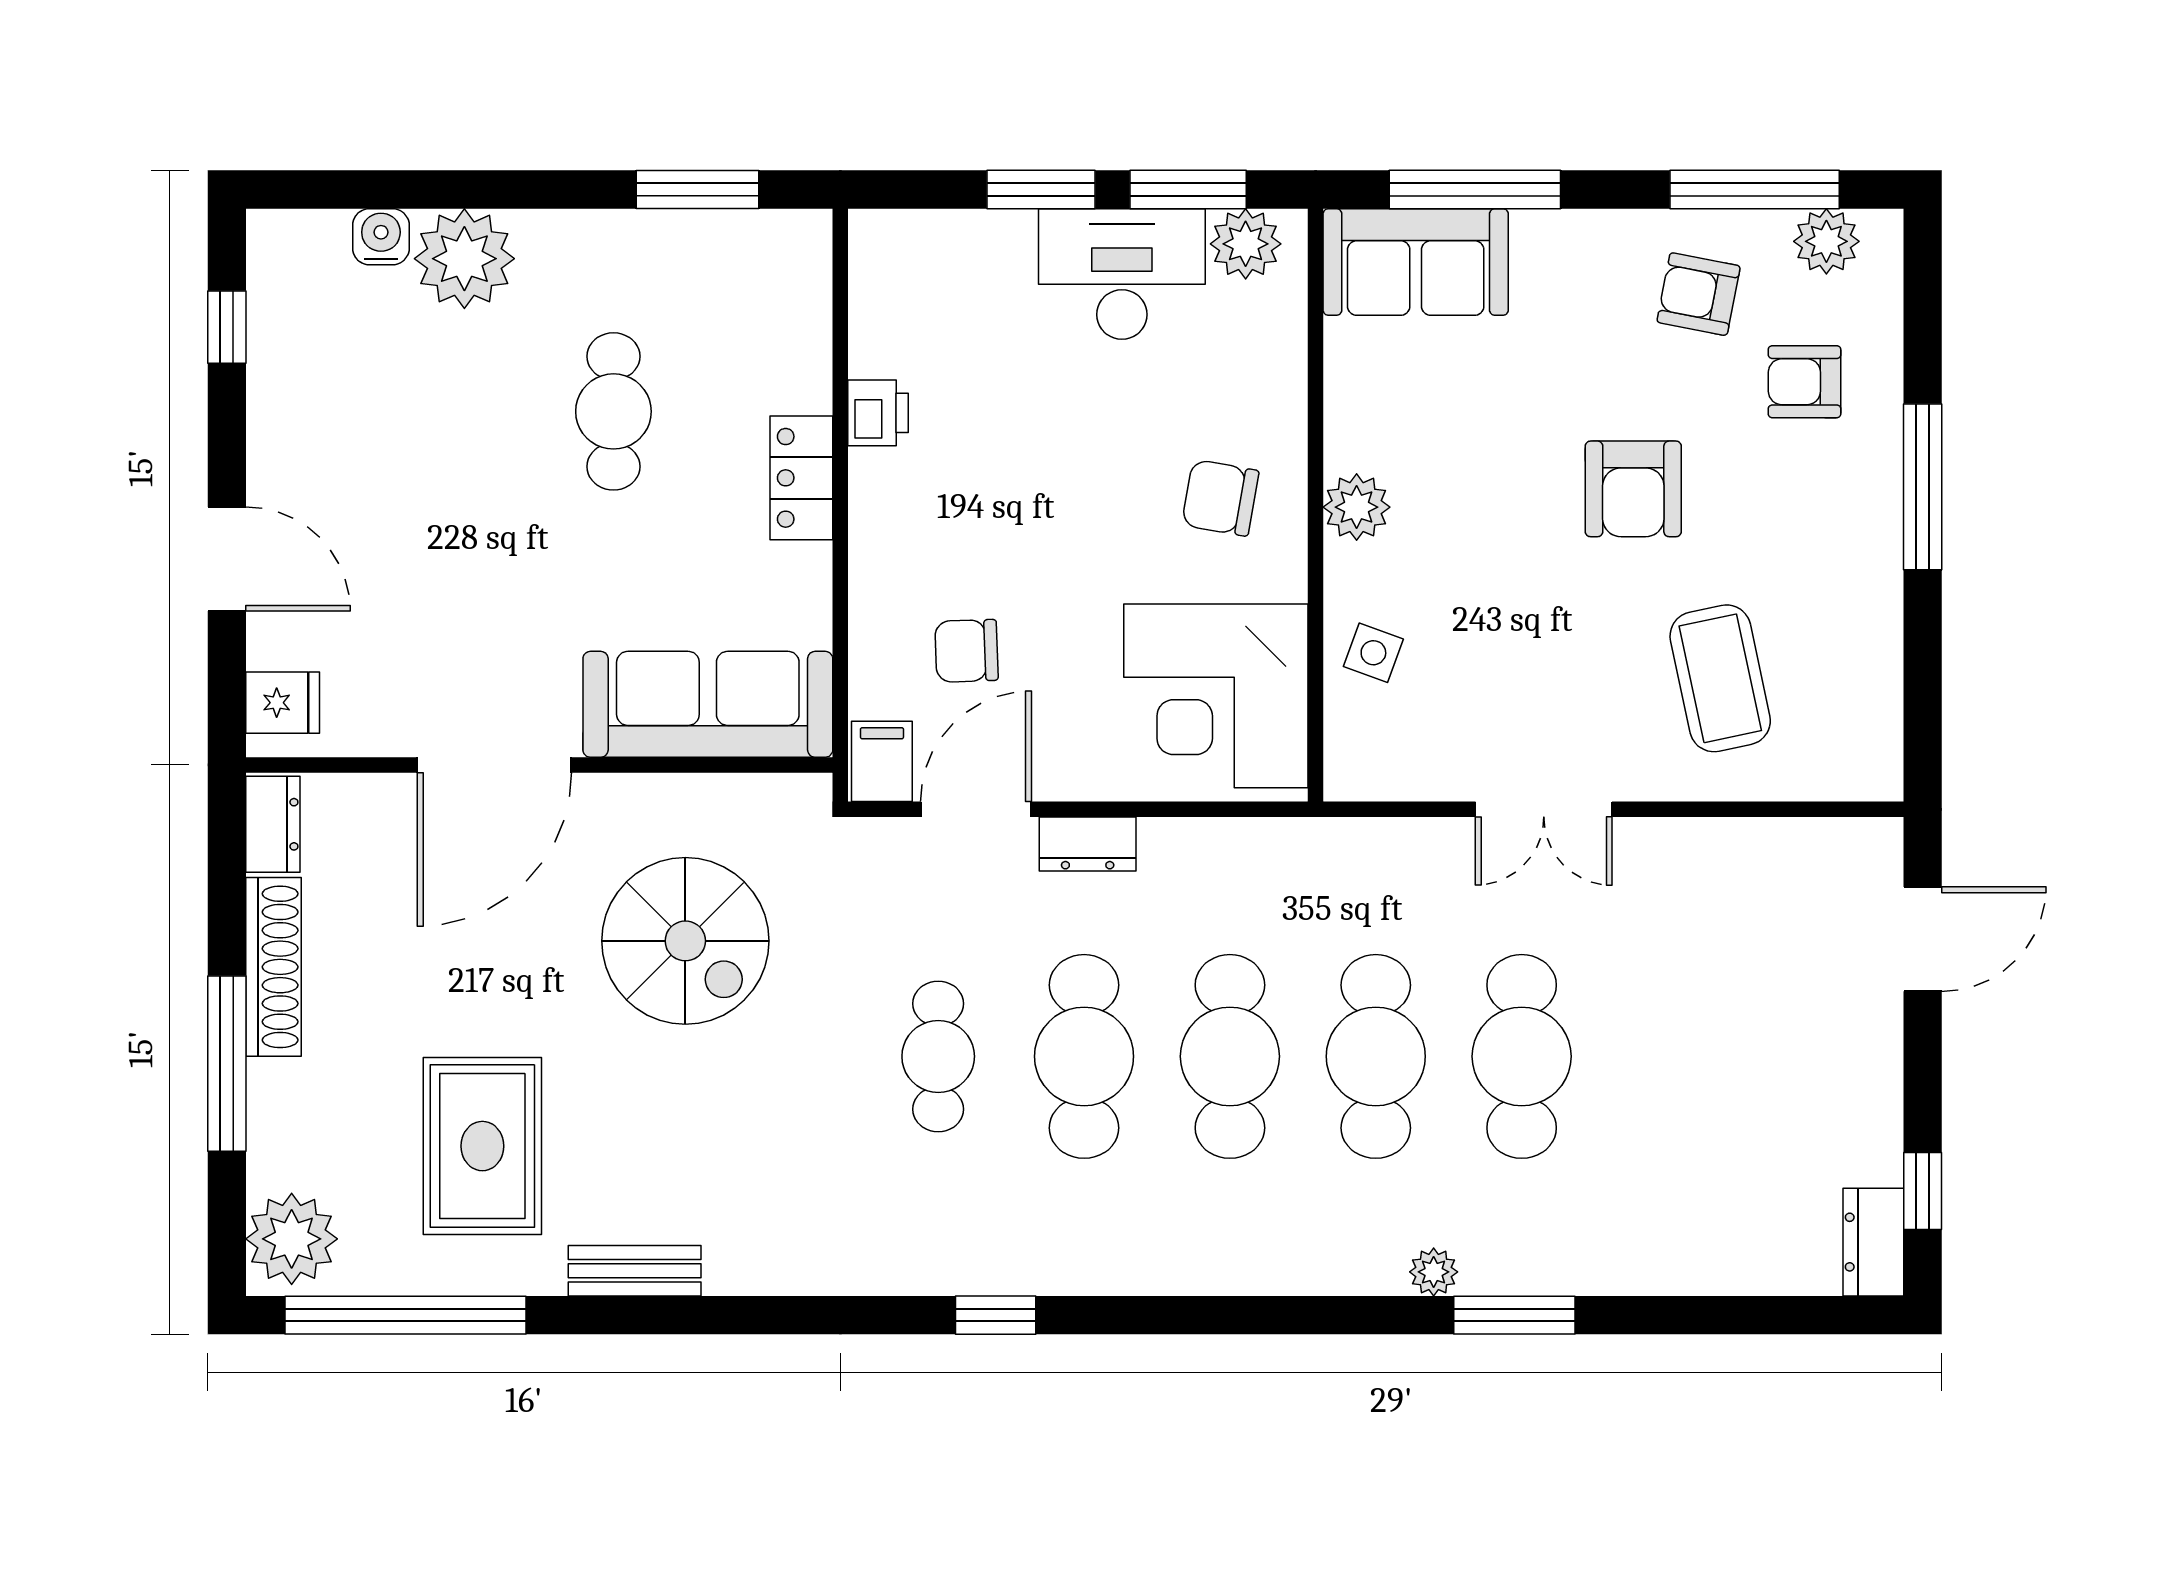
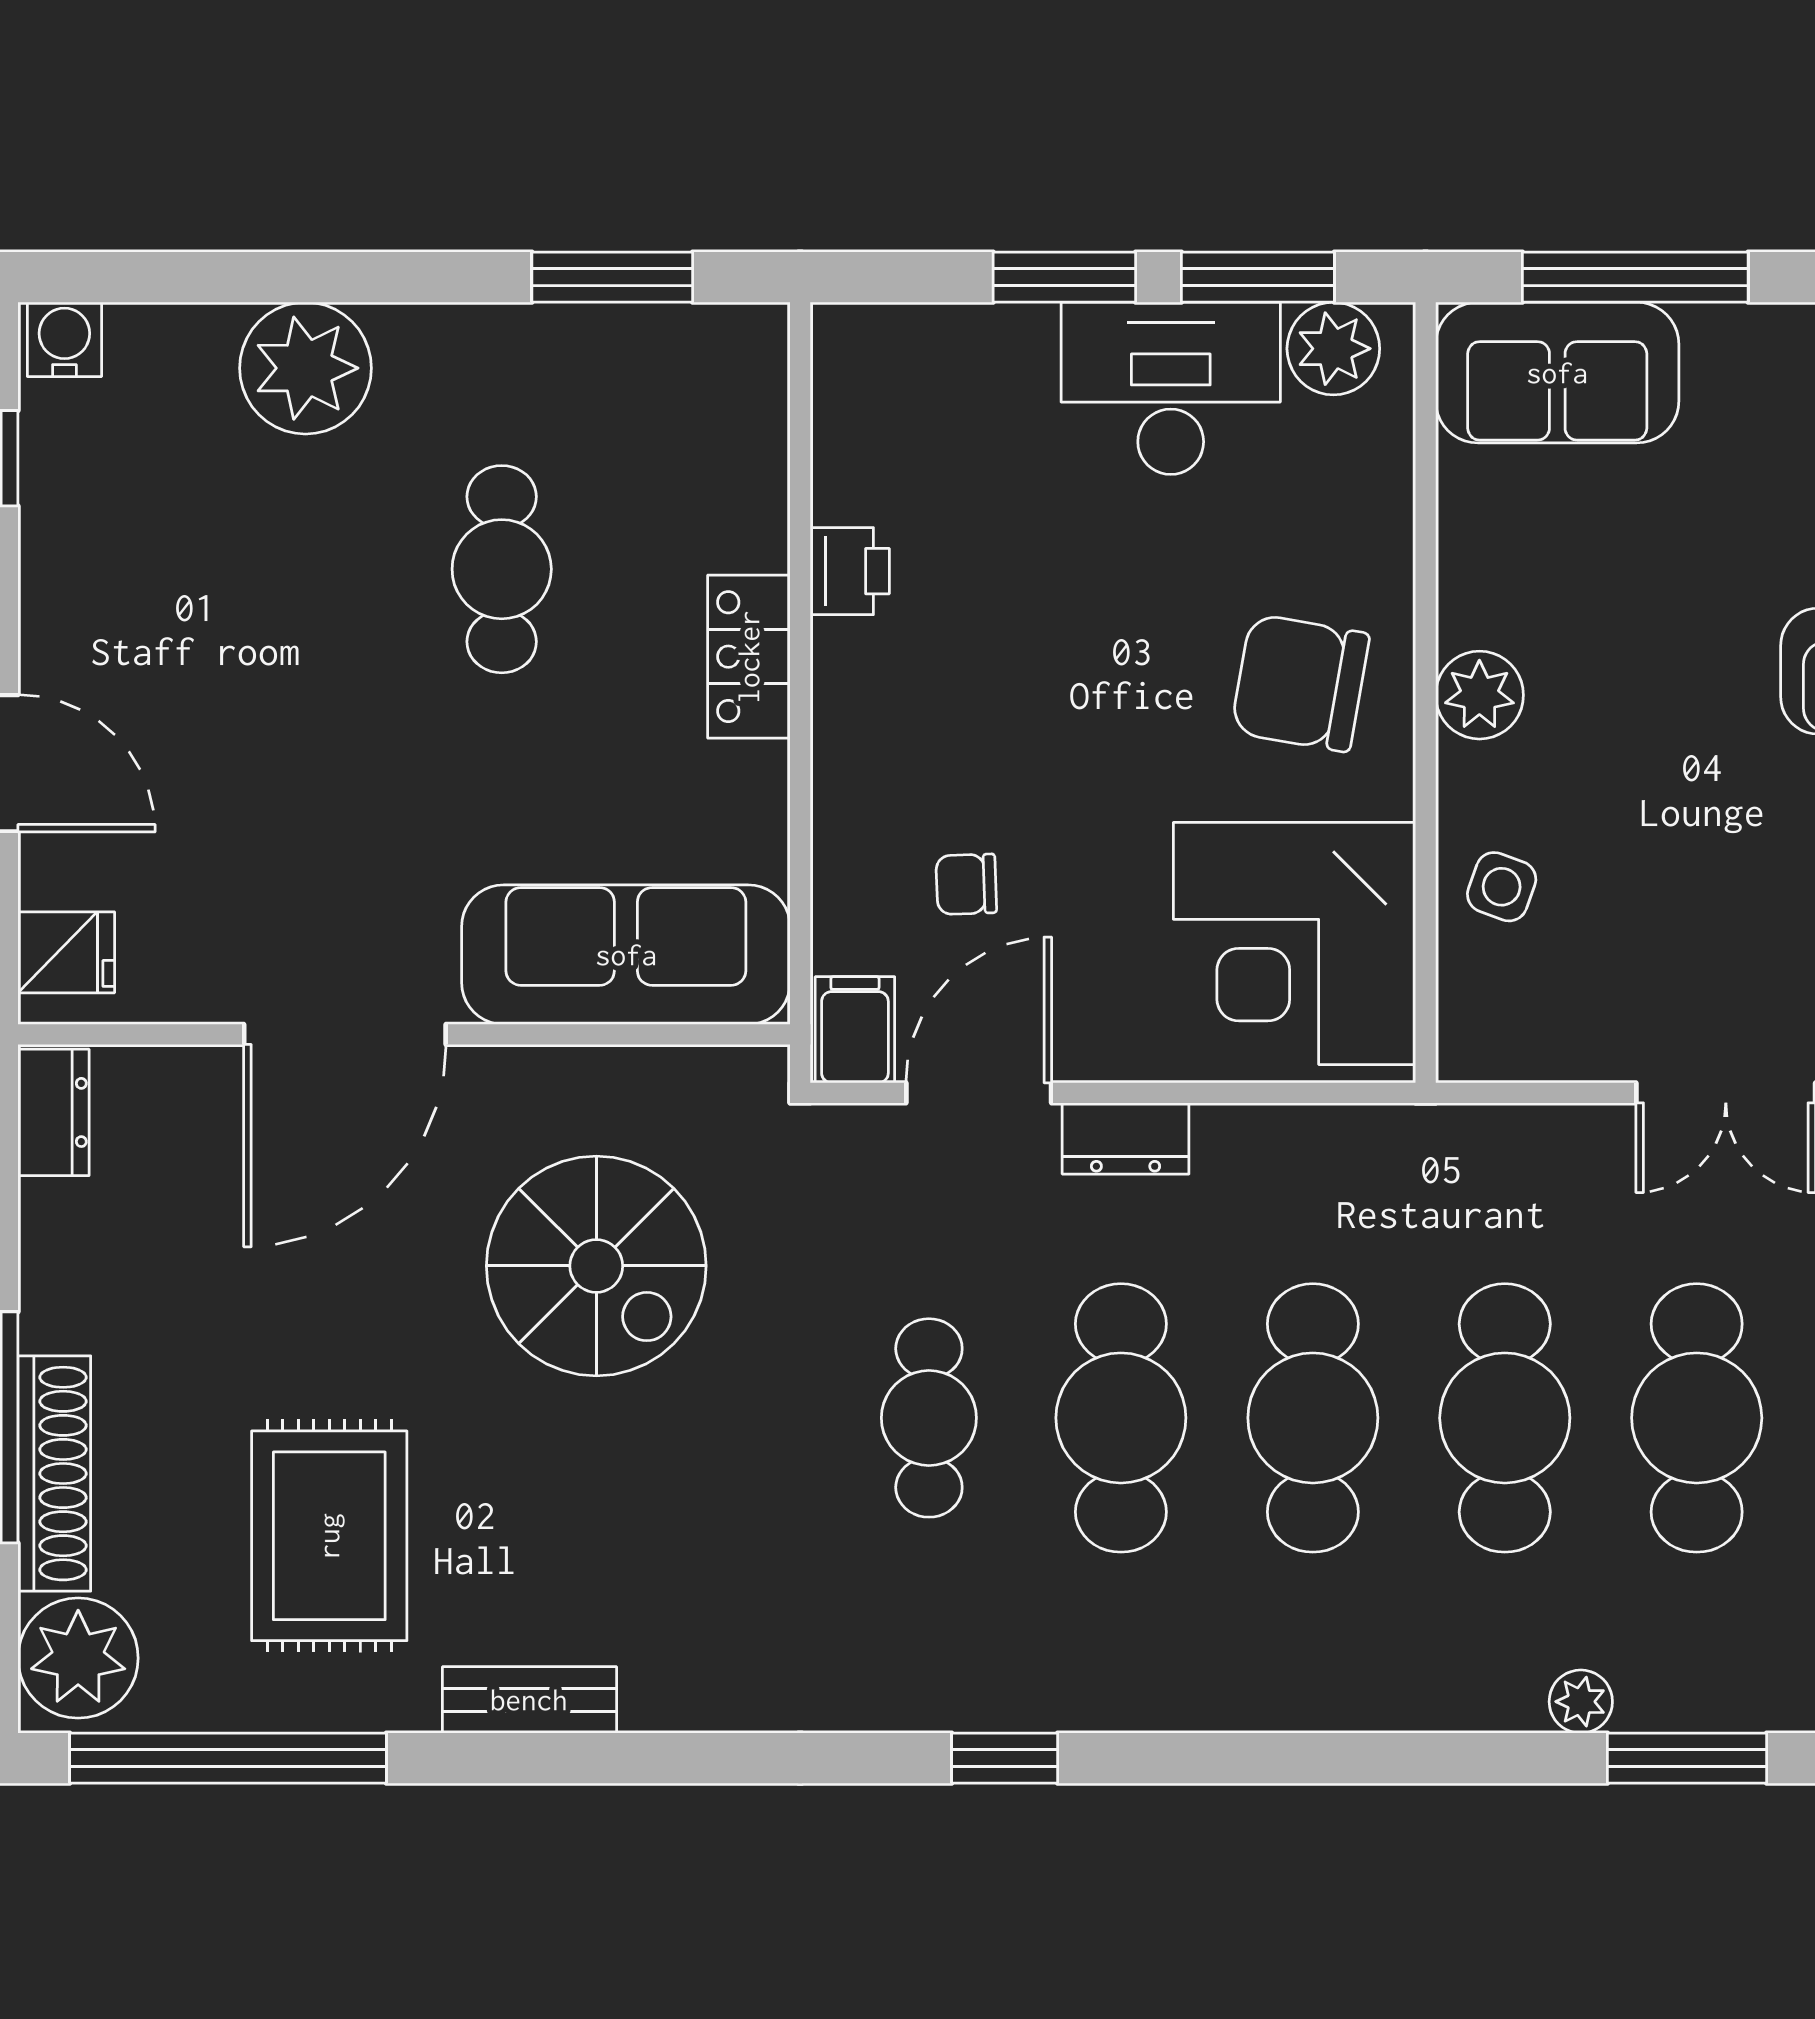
water cooler: (381, 237) -> (64, 339), moved
chair: (1220, 498) -> (1300, 683), width x1.37, depth x1.37
chair: (967, 651) -> (966, 884), width x0.73, depth x0.73
shoe rack: (273, 967) -> (54, 1474), moved

